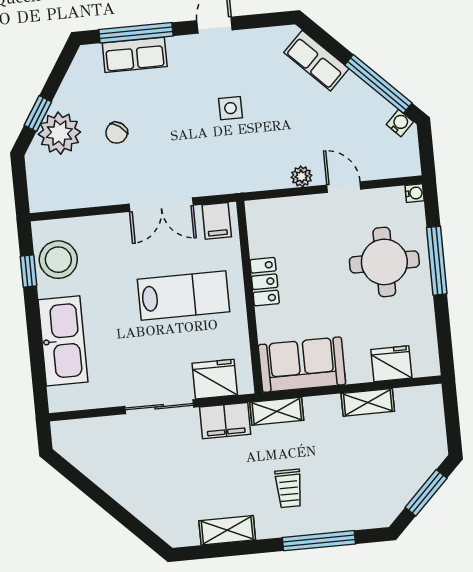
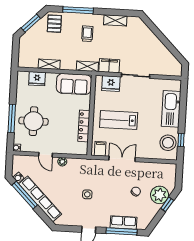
row of seats: (316, 61) -> (40, 199), width x2.02
locker: (265, 282) -> (84, 126), width x1.53
pallet: (370, 500) -> (54, 24), added

